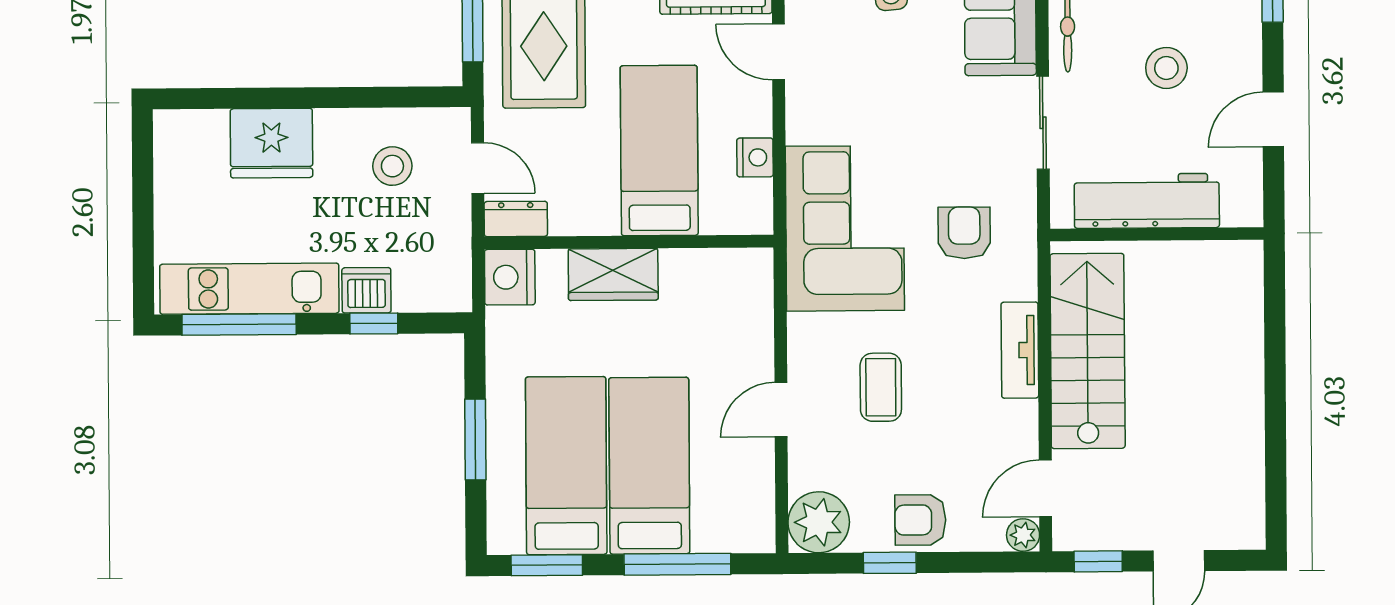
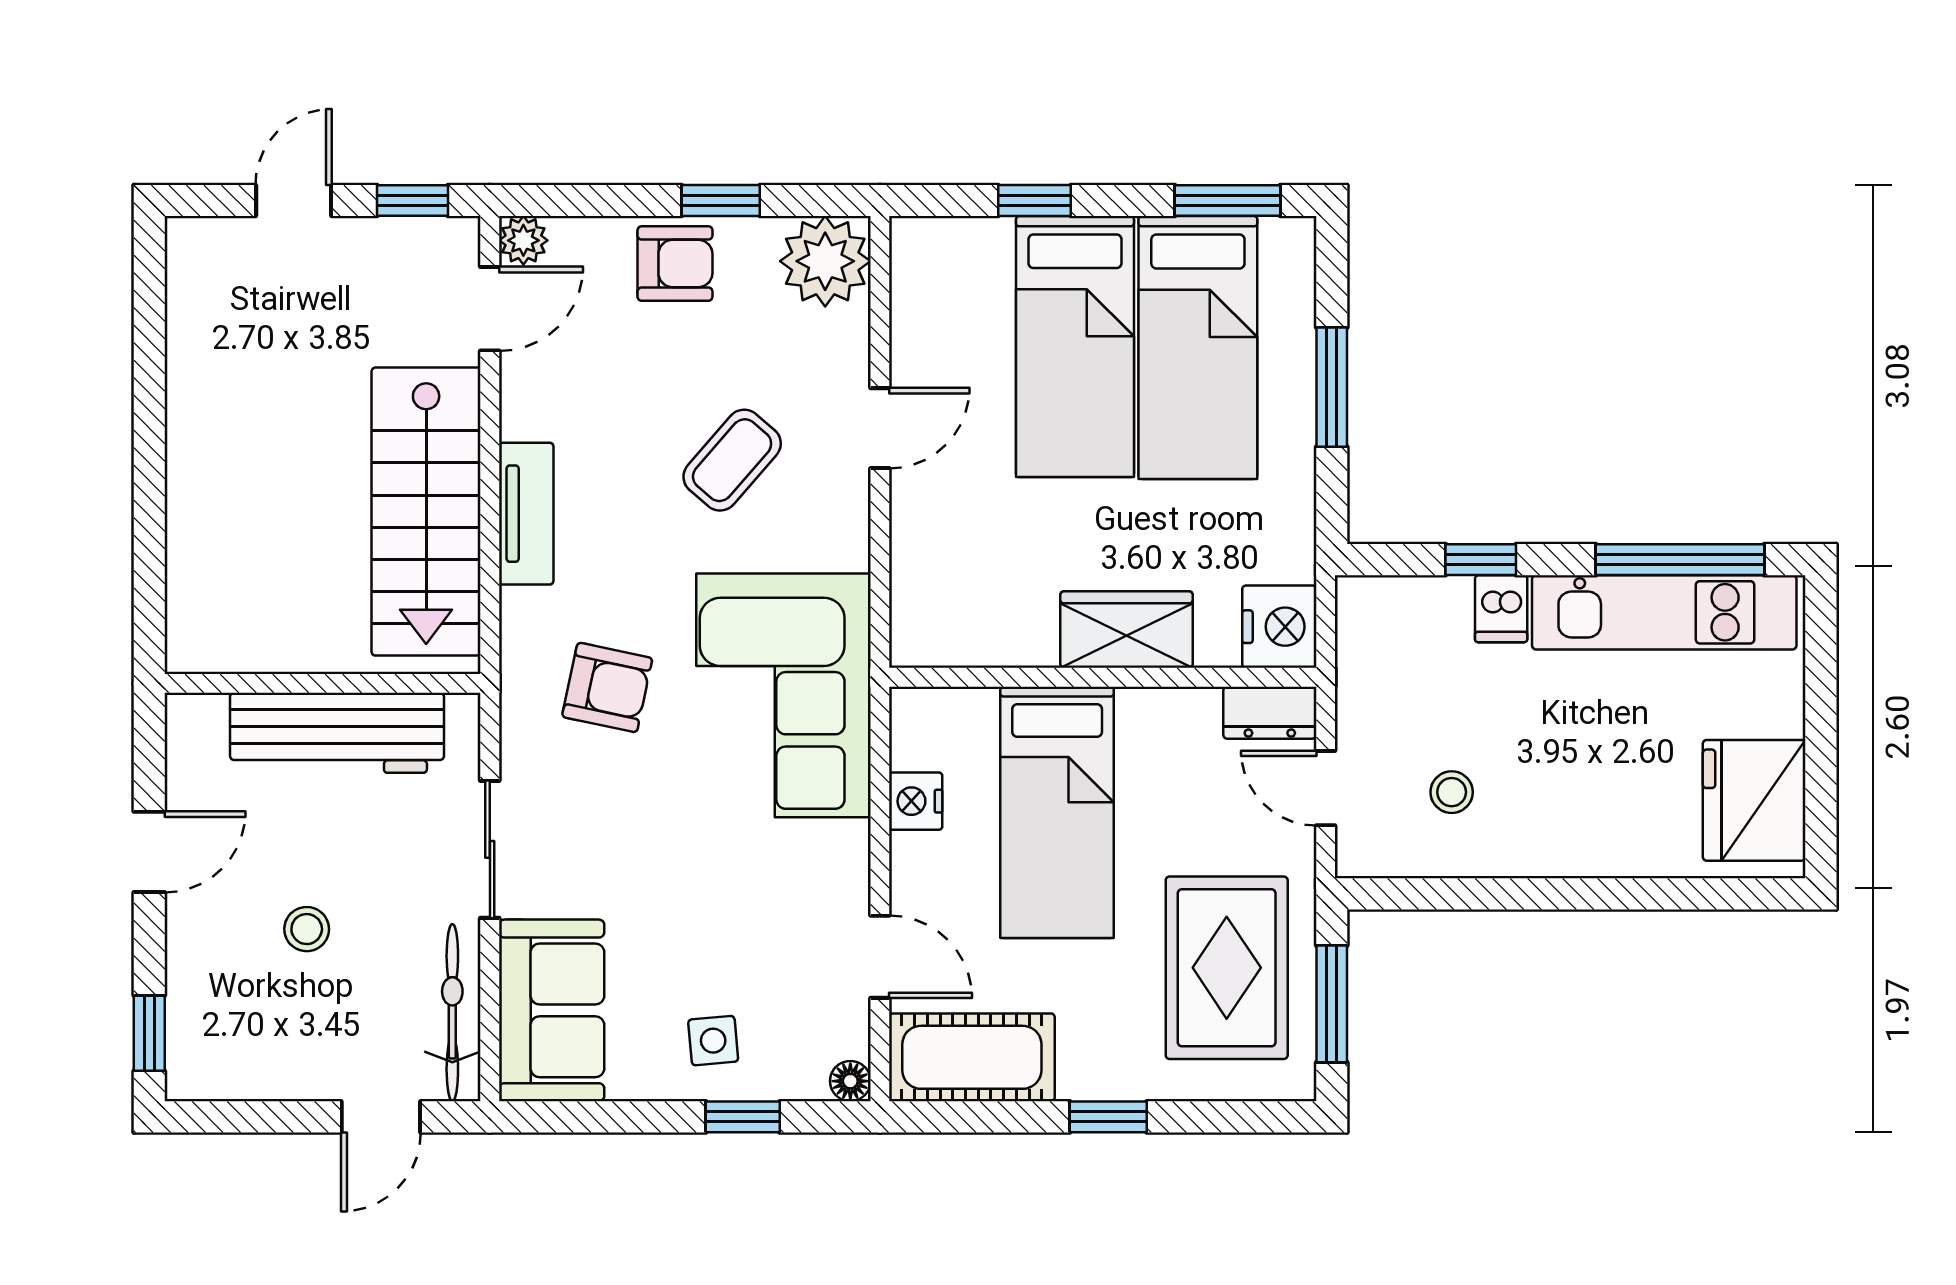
stool: (1166, 68) -> (307, 929), width x0.73, depth x0.73
fridge: (271, 143) -> (1754, 800), moved, turned -90
stool: (392, 166) -> (1452, 792), width x0.73, depth x0.73
armchair: (964, 233) -> (607, 687), turned -78
dishwasher: (366, 290) -> (1501, 609), width x0.73
coffee table: (881, 387) -> (732, 460), turned 41
window: (677, 564) -> (1034, 200), width x0.46

